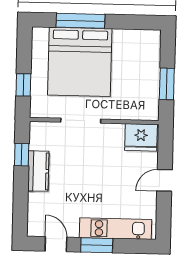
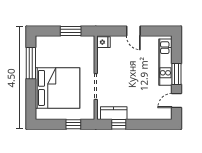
window: (80, 21) -> (31, 63), moved
fridge: (141, 137) -> (103, 42), width x0.53, depth x0.75
kitchen counter: (38, 171) -> (114, 113), moved

